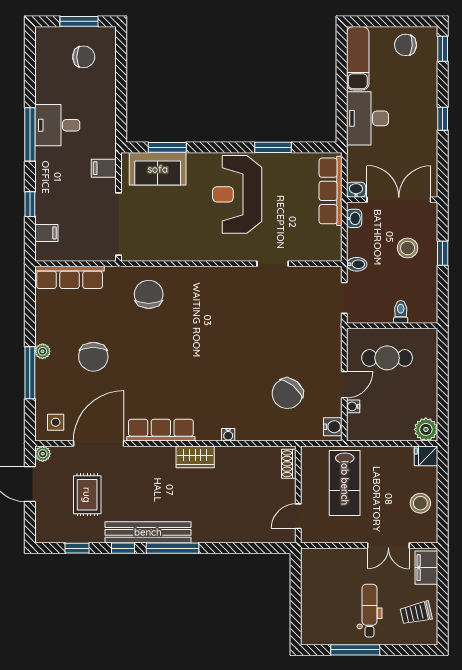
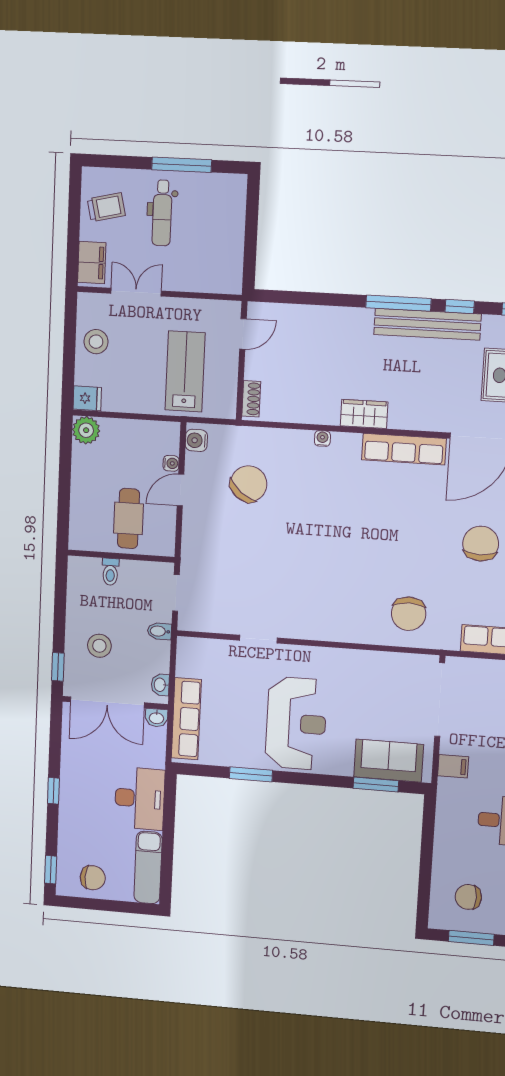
window: (443, 253) -> (58, 667), moved
cafe table: (387, 358) -> (129, 518), turned 90

